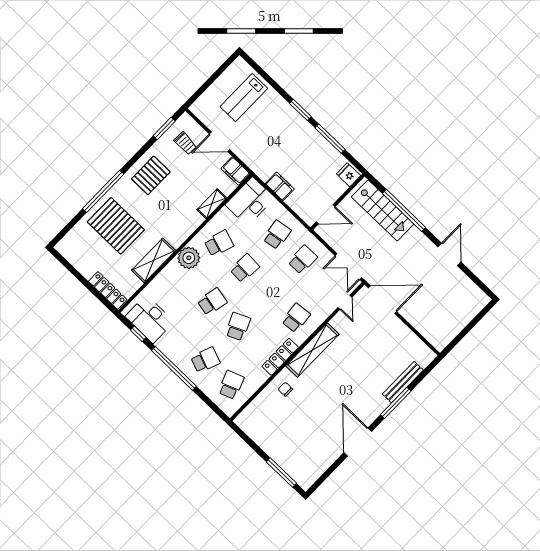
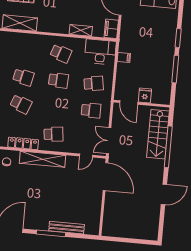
fridge: (349, 175) -> (145, 95), moved
filing cabinet: (280, 186) -> (124, 57), width x0.50
plant: (189, 258) -> (38, 43), removed
school desk: (238, 326) -> (21, 104), turned 45

